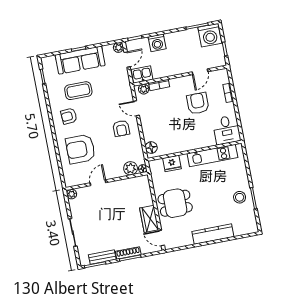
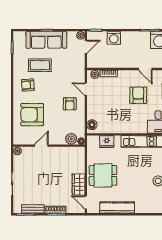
door: (200, 72) -> (145, 69), hinge flipped
kitchen sink: (142, 75) -> (96, 62), removed
kitchen counter: (213, 234) -> (117, 207), moved

